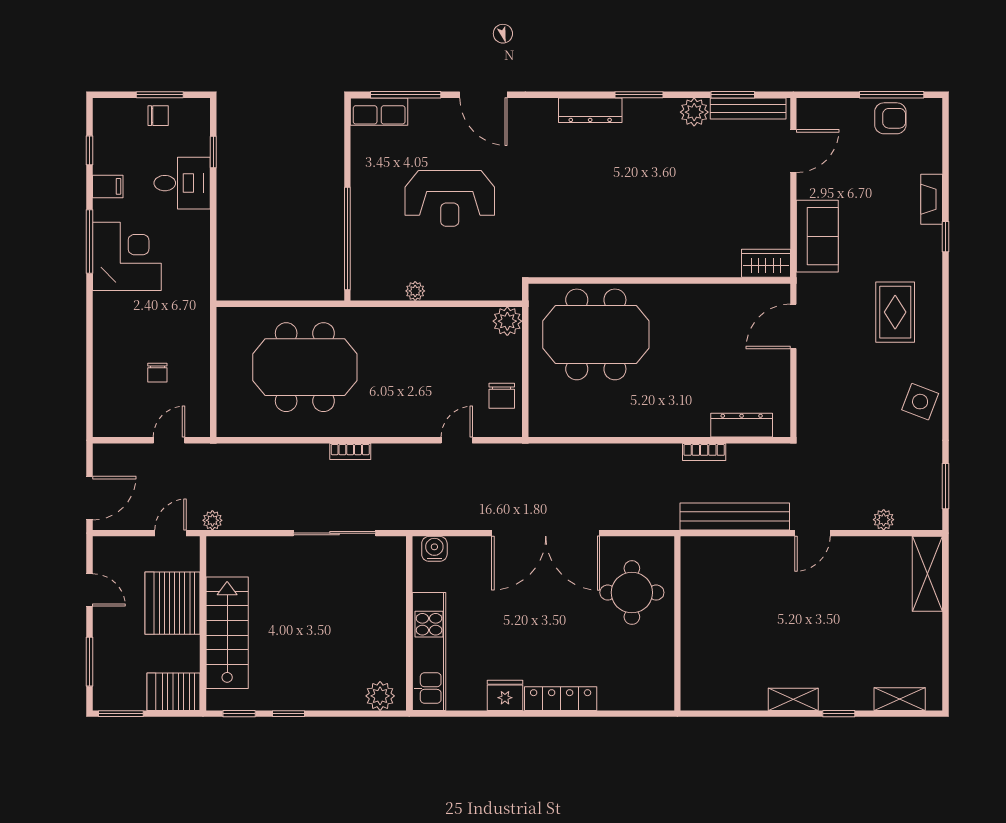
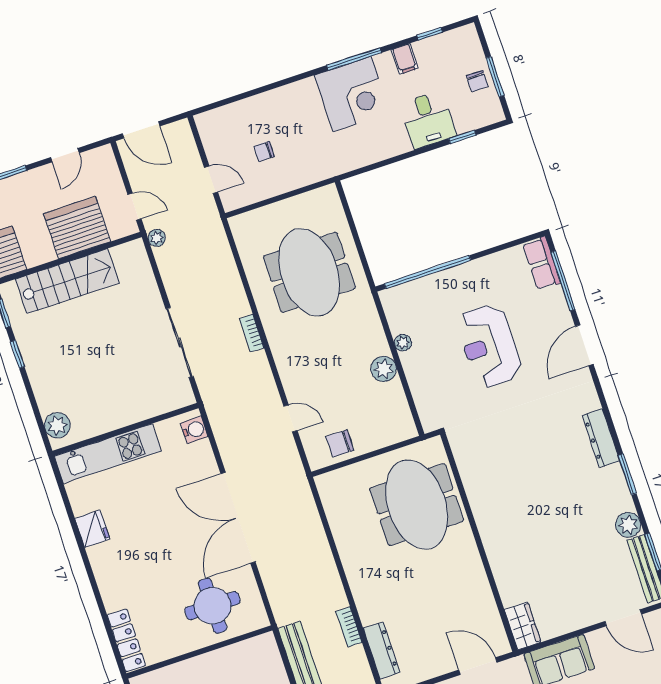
plant: (507, 321) -> (384, 369), moved
locker: (561, 699) -> (126, 640), moved

